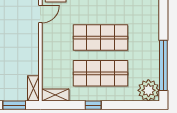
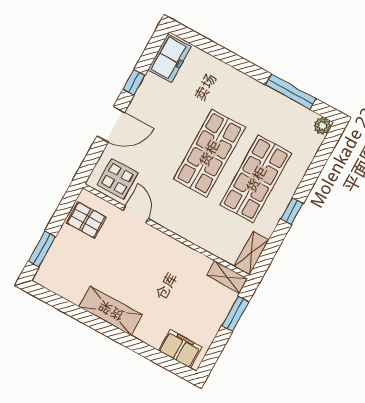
window: (163, 65) -> (291, 92), width x0.68
plant: (148, 90) -> (322, 126), width x0.53, depth x0.53

